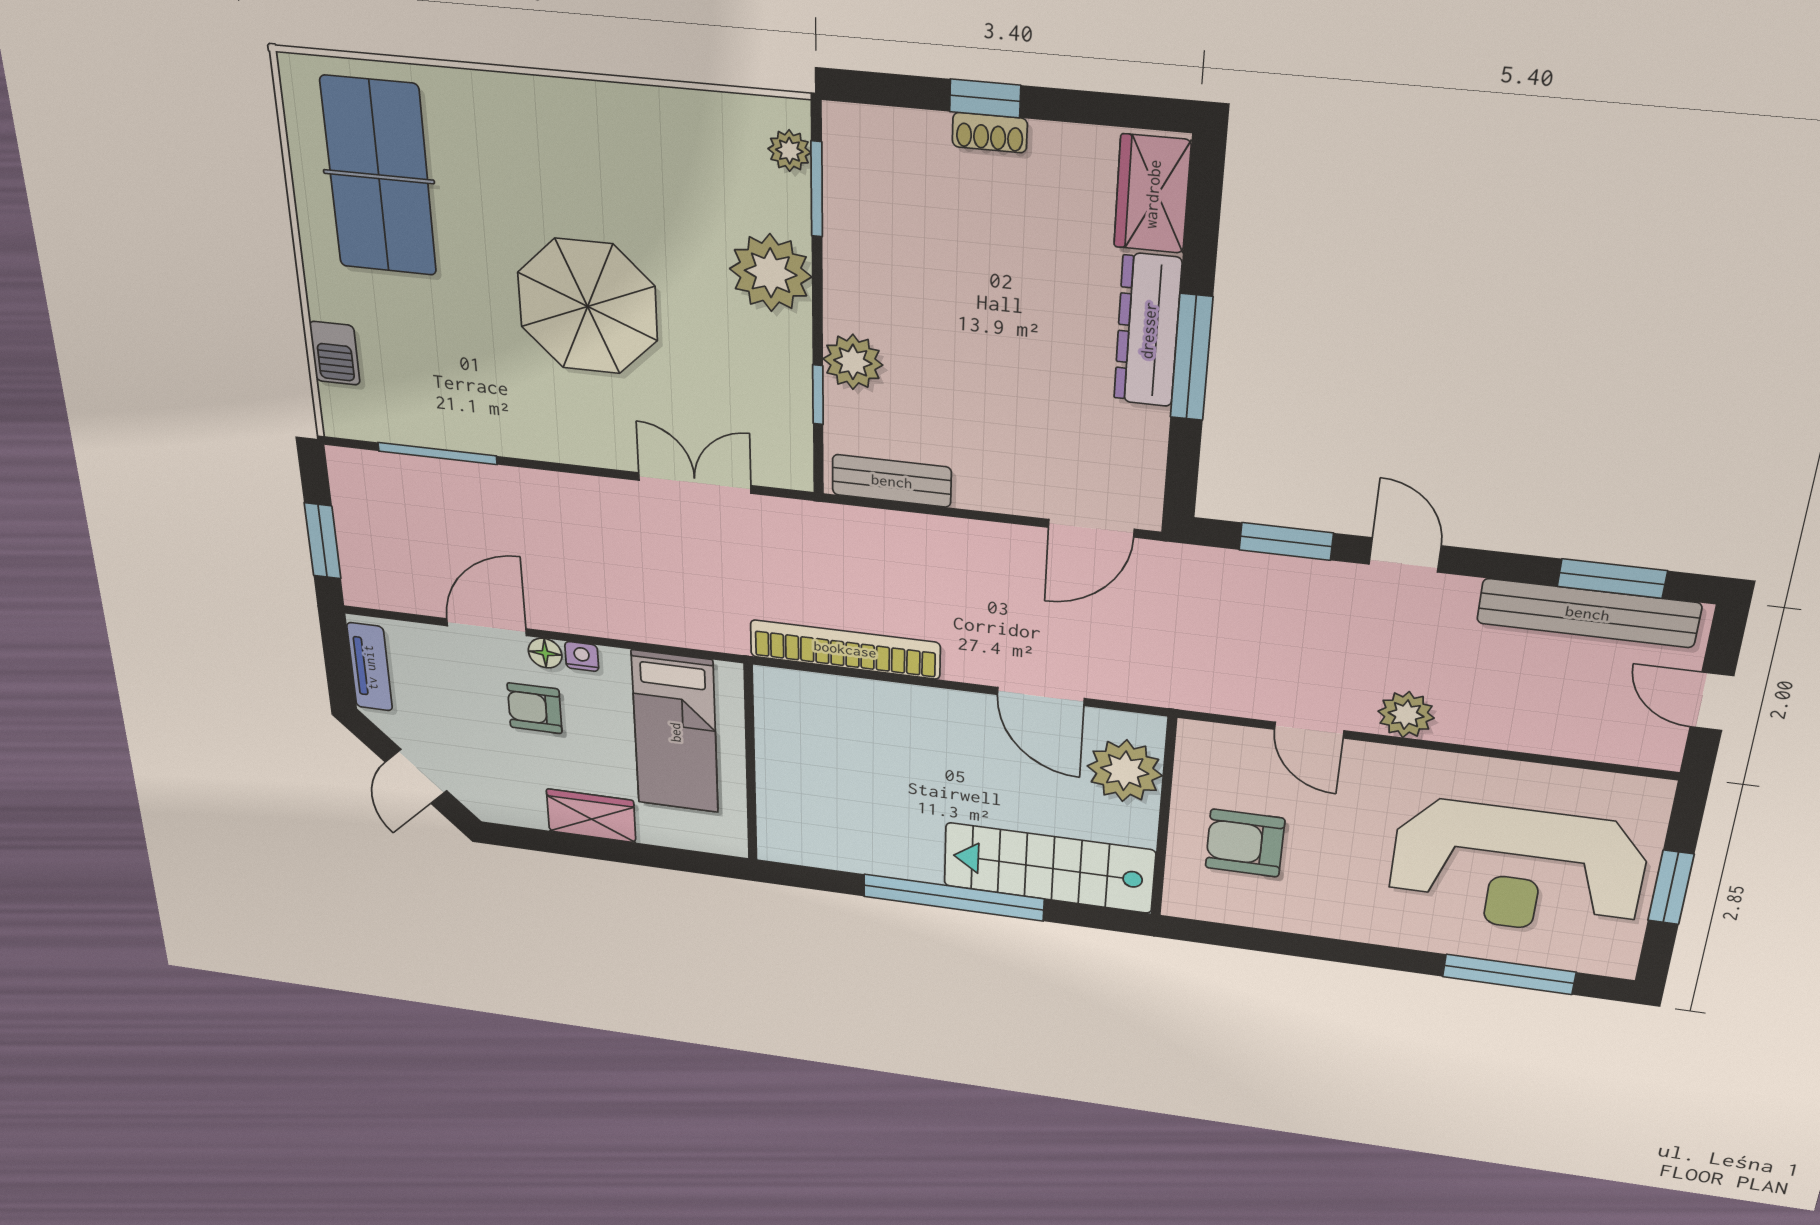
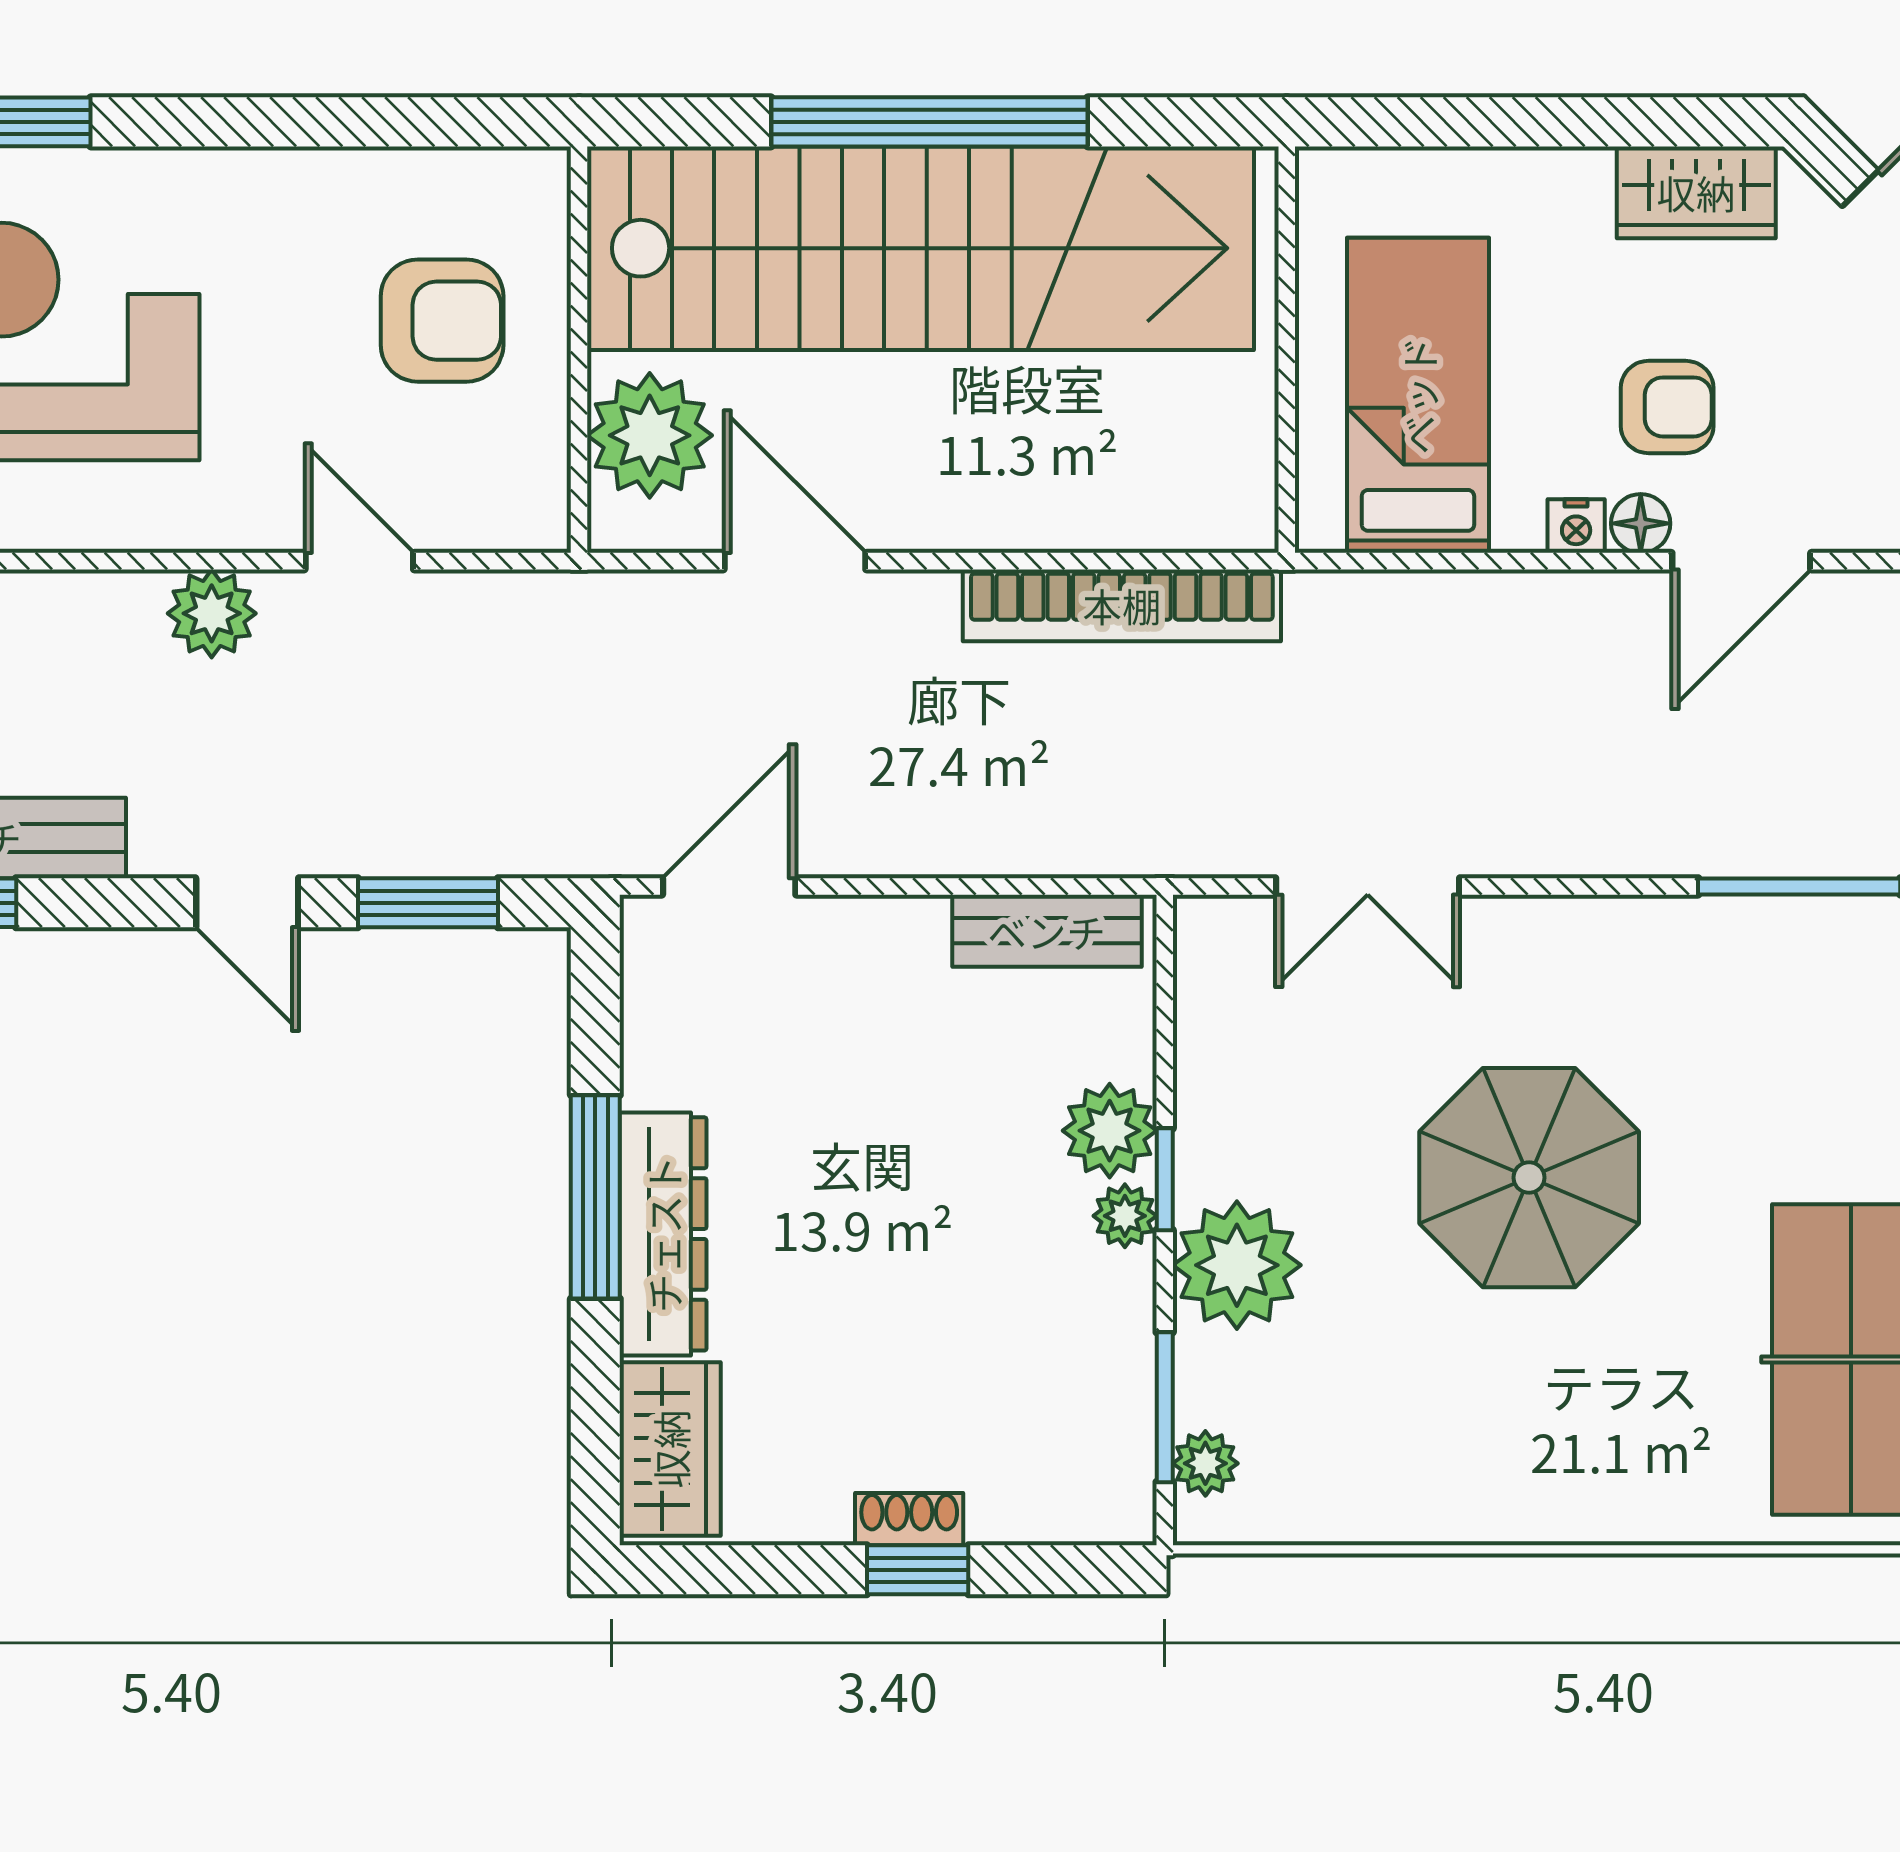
plant: (843, 310) -> (1125, 1216), added
window: (818, 395) -> (1165, 1179), moved
wardrobe: (591, 816) -> (1696, 192), moved
stairs: (1049, 868) -> (921, 248), width x1.86, depth x1.51

